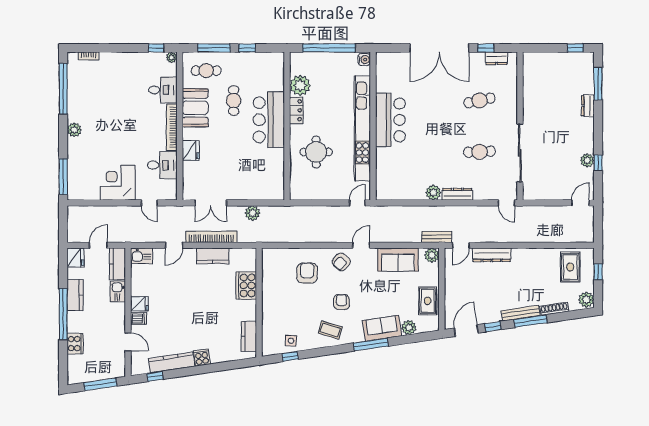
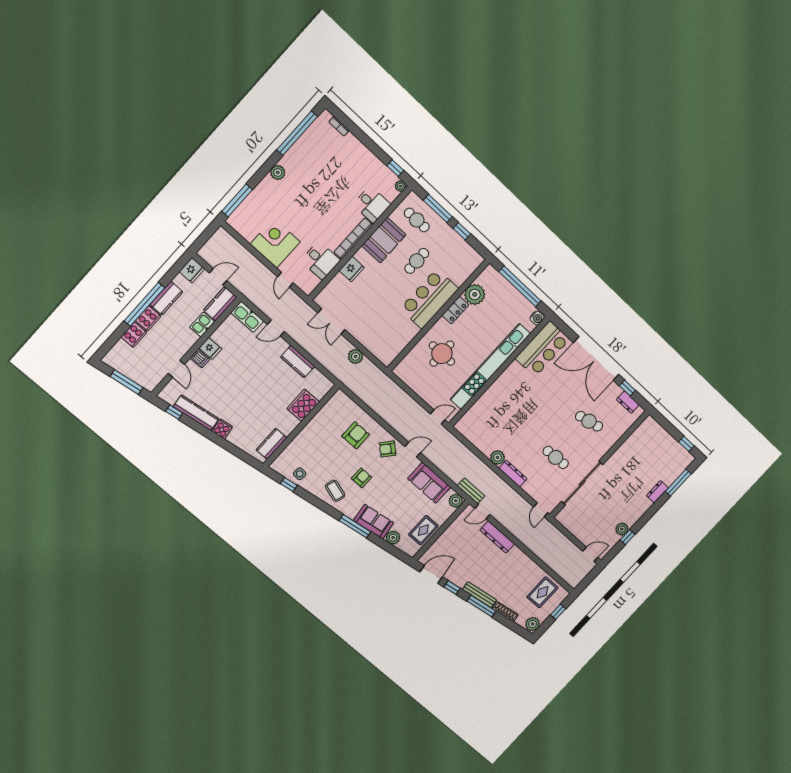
bar counter: (390, 120) -> (543, 349), moved
bookcase: (211, 237) -> (309, 347), removed
kitchen sink: (142, 256) -> (247, 317), width x1.38
cooker: (75, 322) -> (148, 318), added

